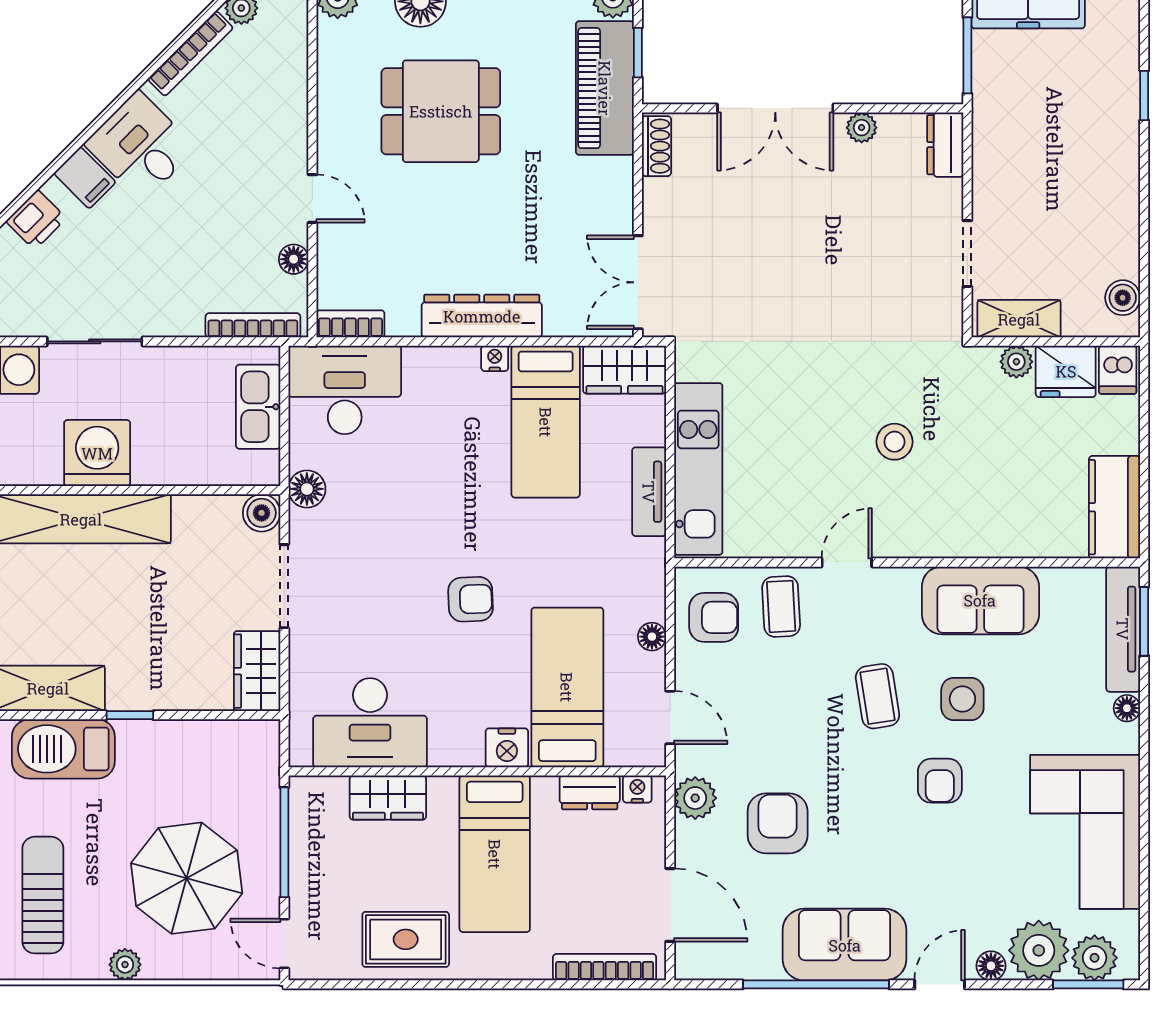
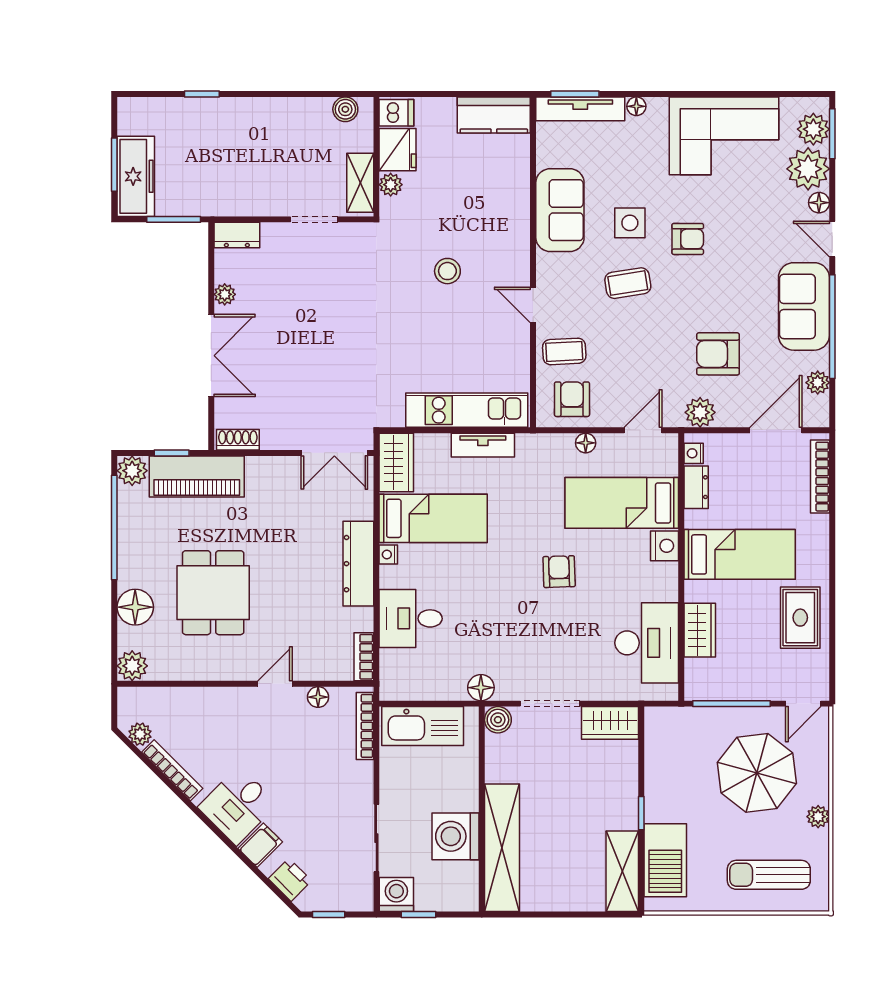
desk: (345, 390) -> (411, 618), moved, width x0.73
kitchen sink: (258, 407) -> (423, 726), width x1.36, depth x1.24
plant: (737, 964) -> (818, 383), added

